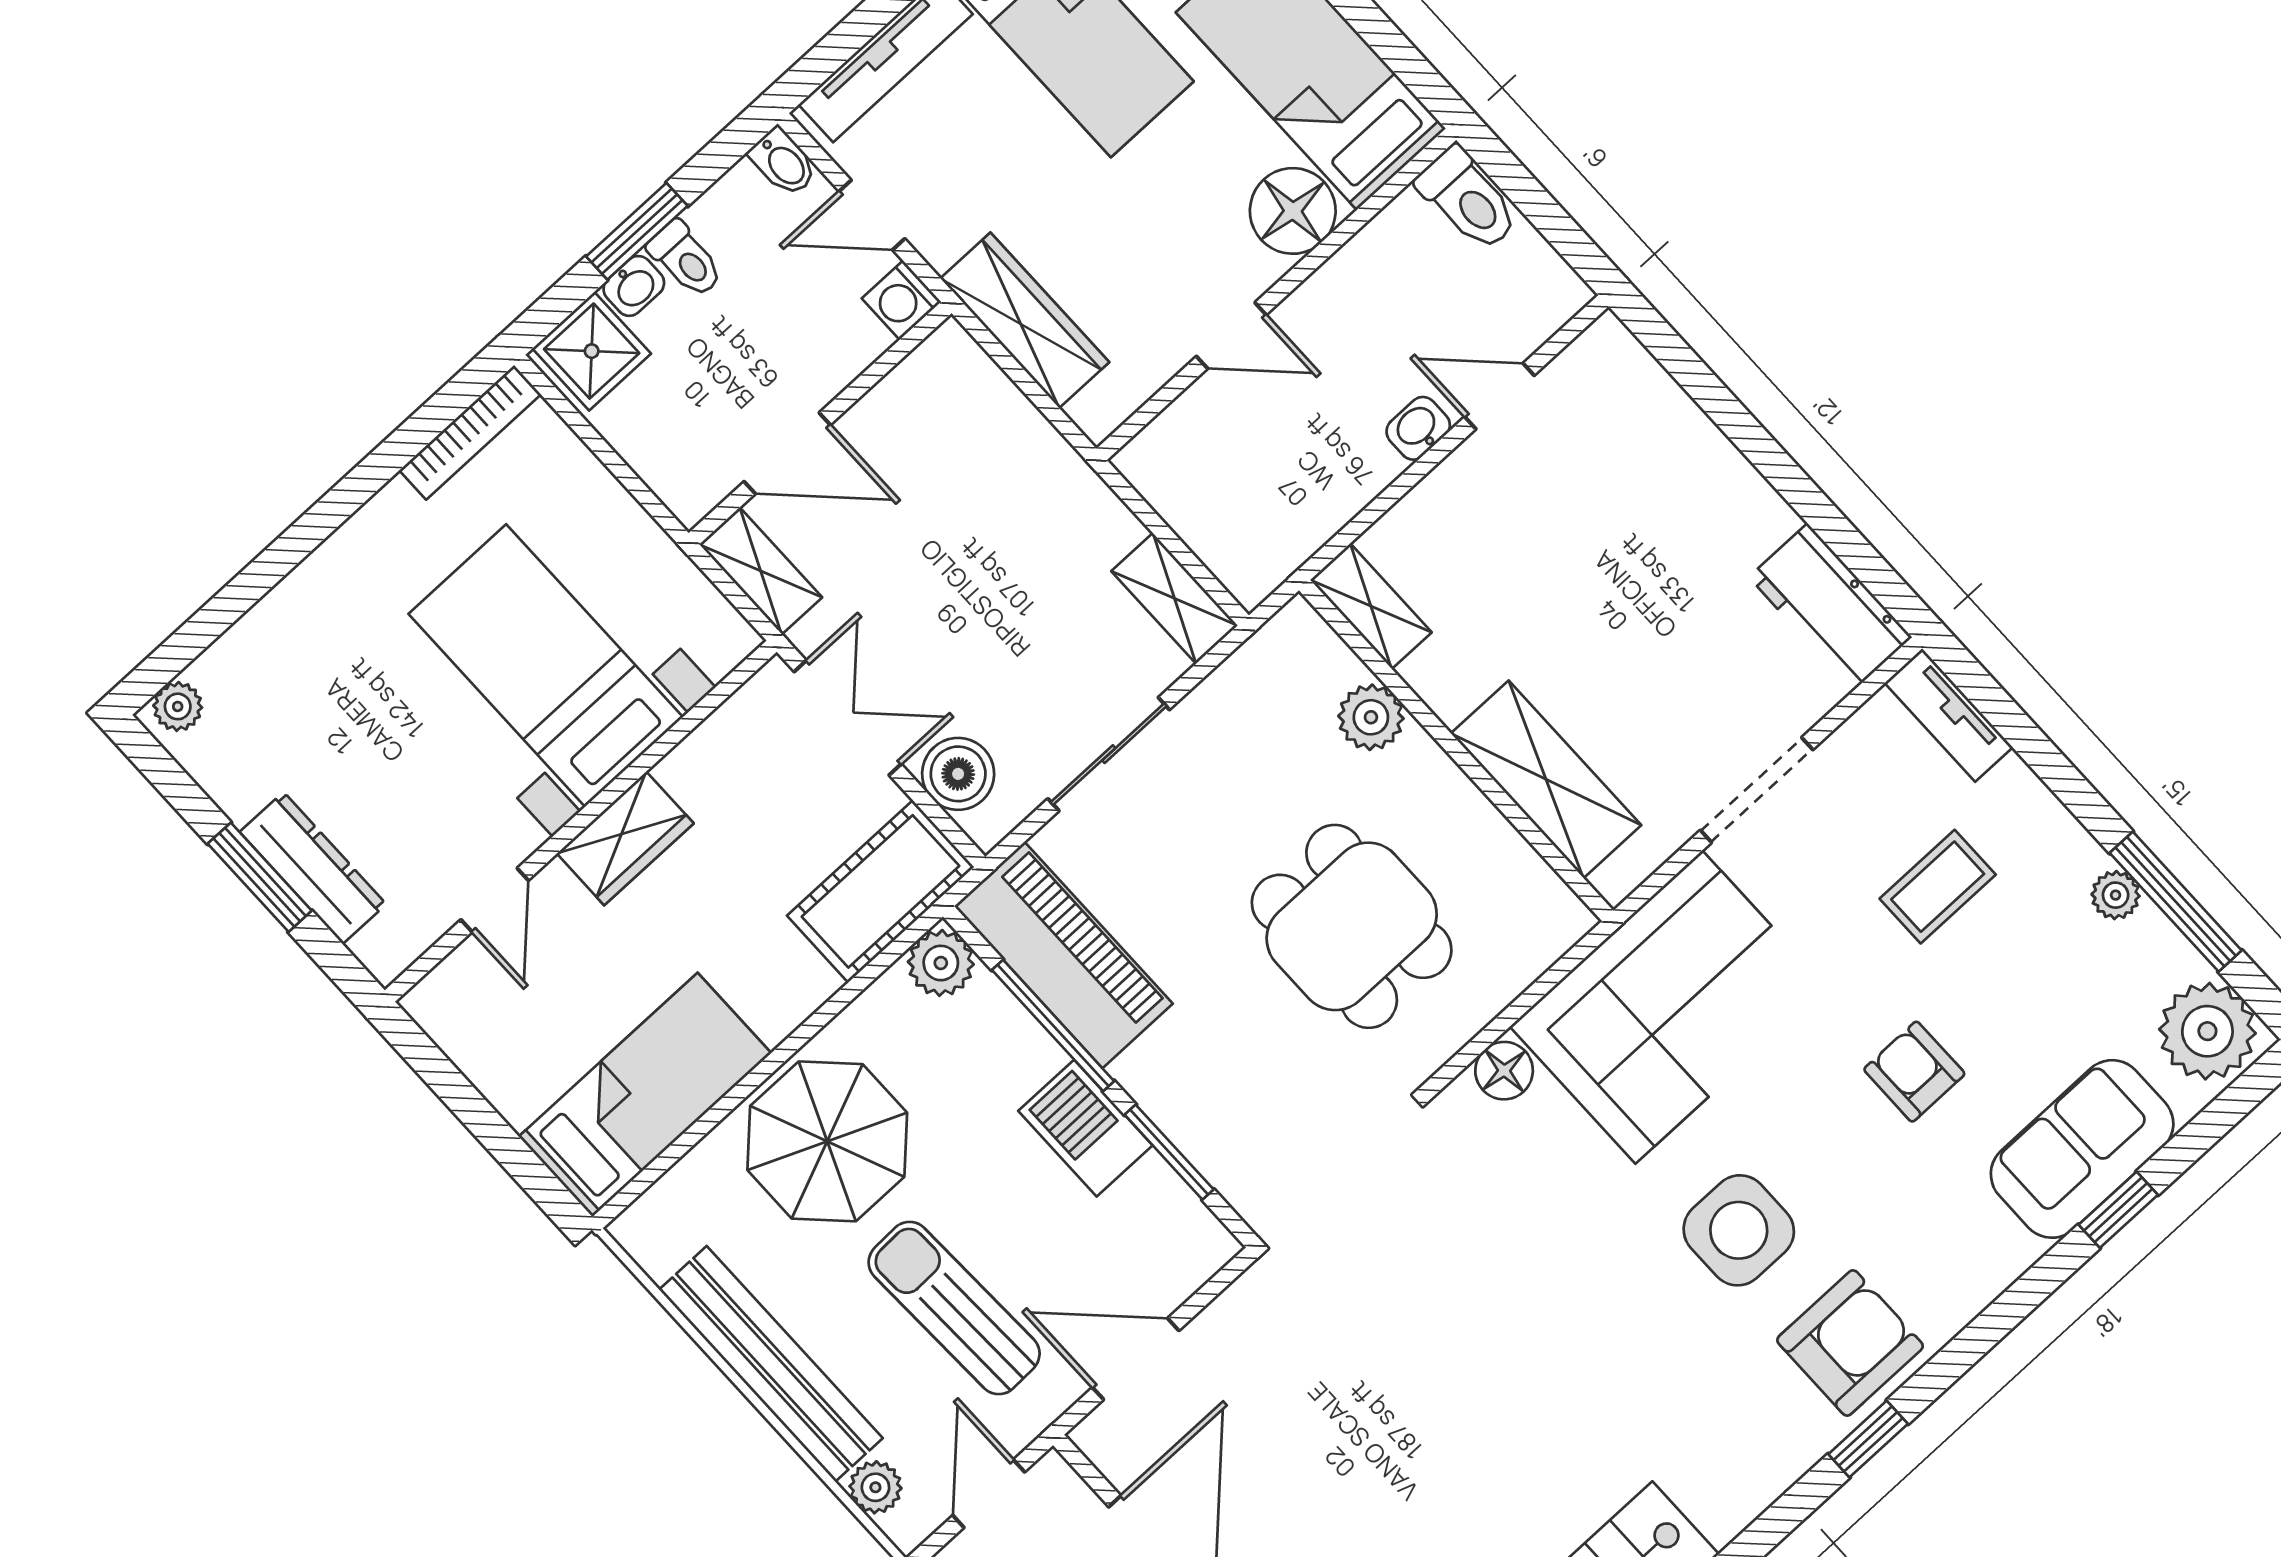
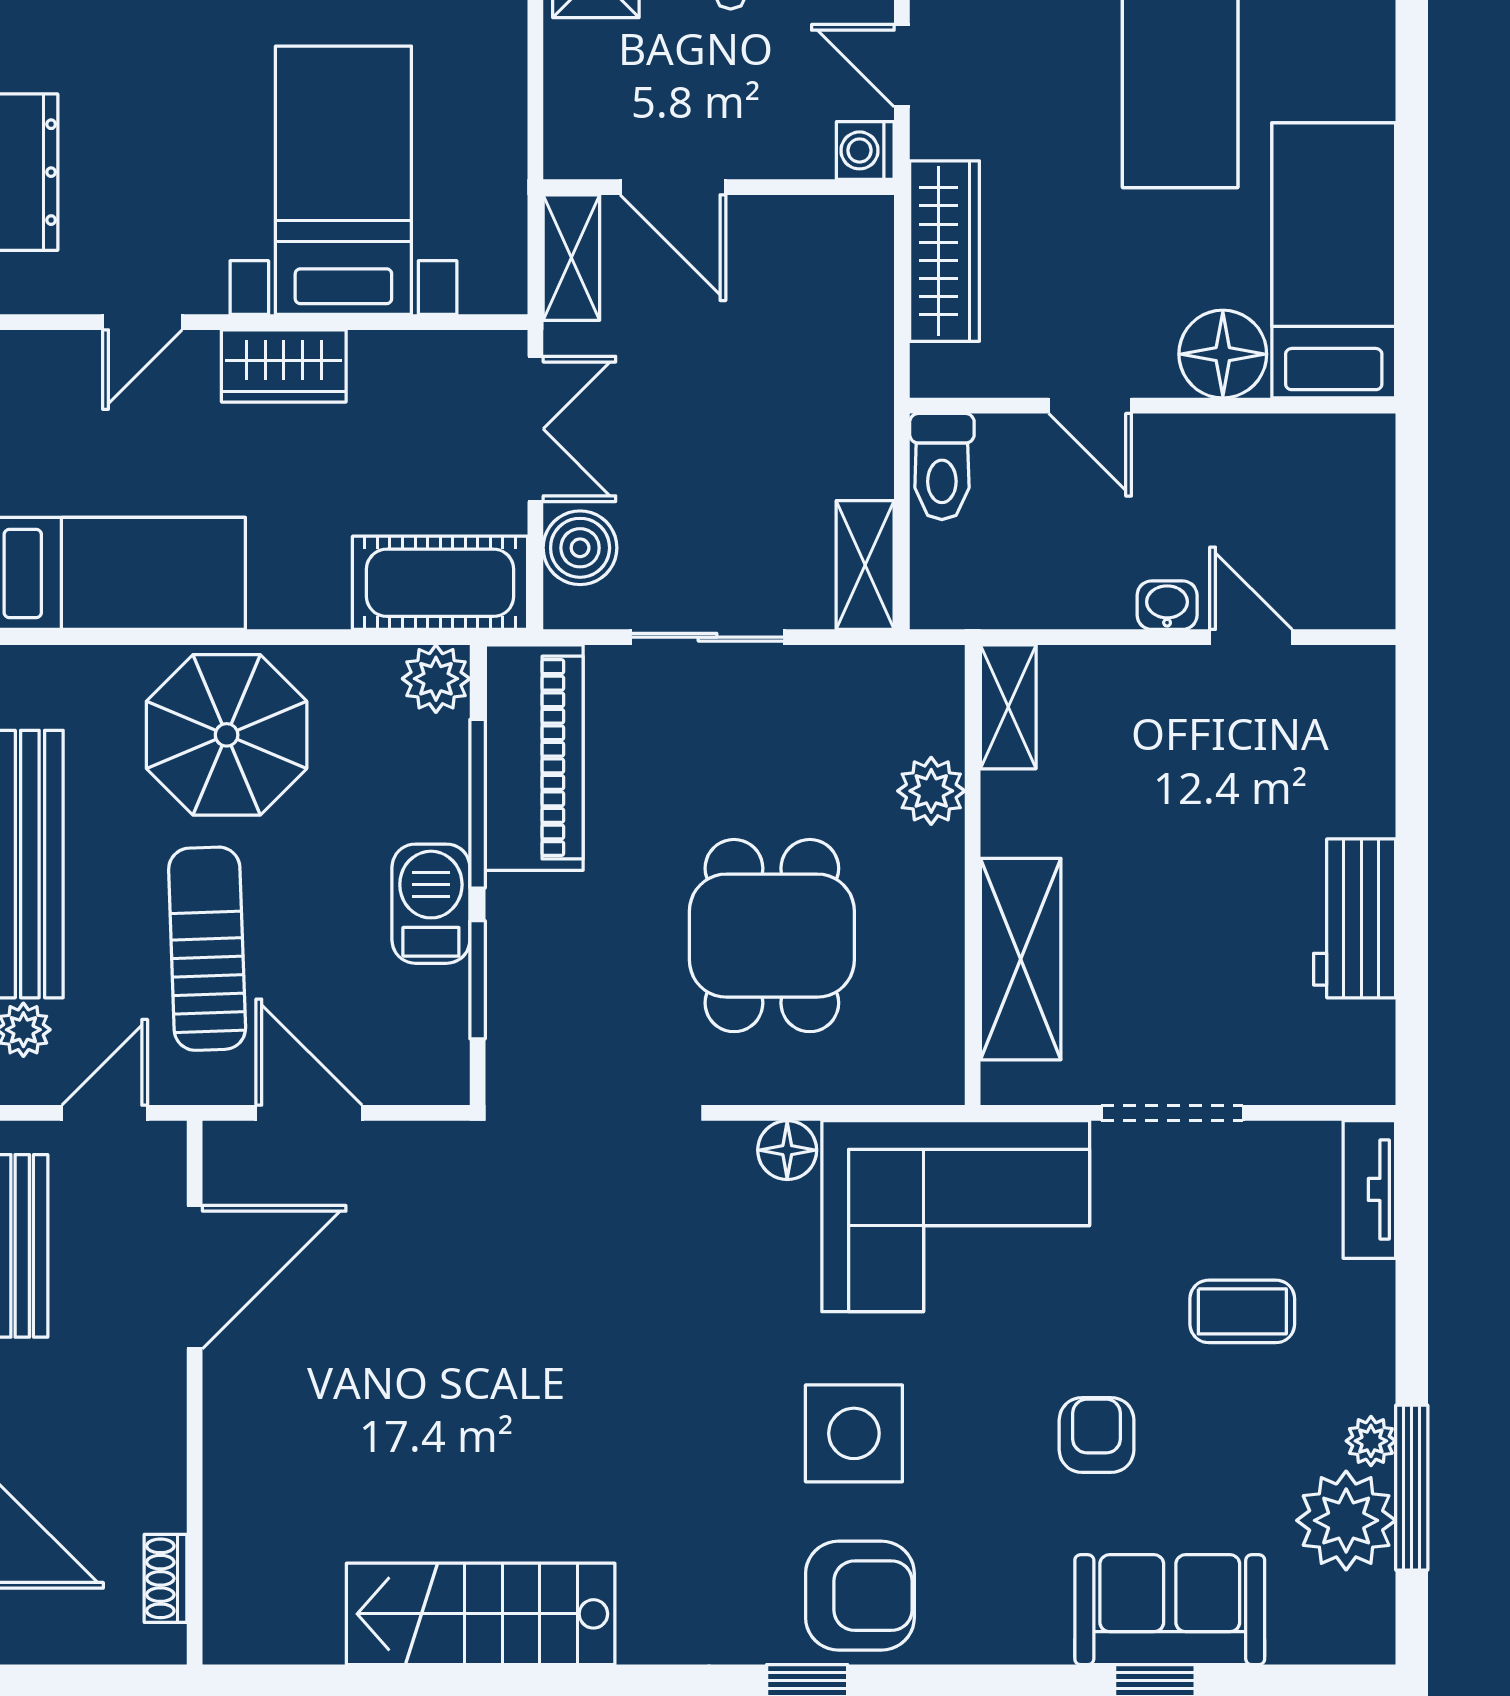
toilet: (1468, 199) -> (942, 467), moved
workbench: (1830, 607) -> (1355, 918), moved
plant: (2207, 1031) -> (1346, 1520), moved

